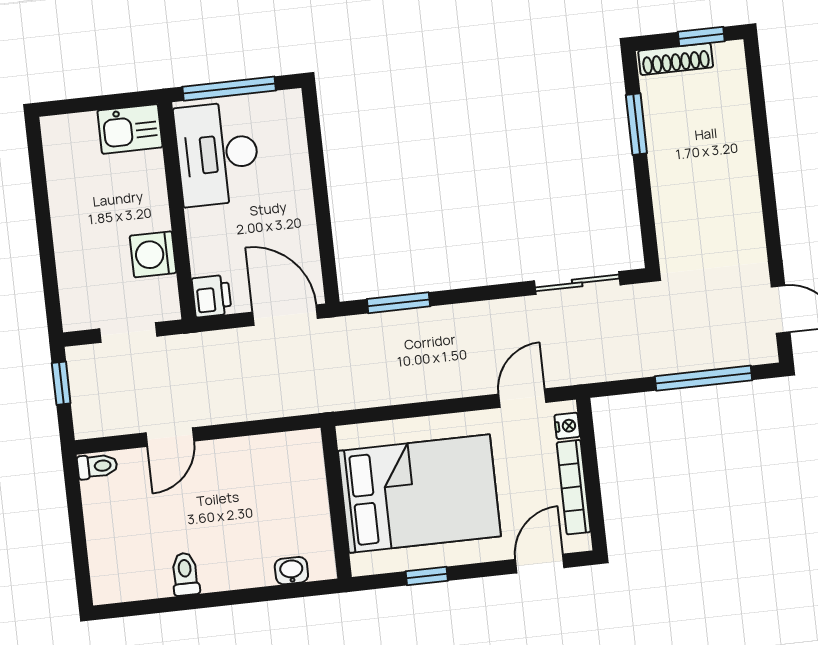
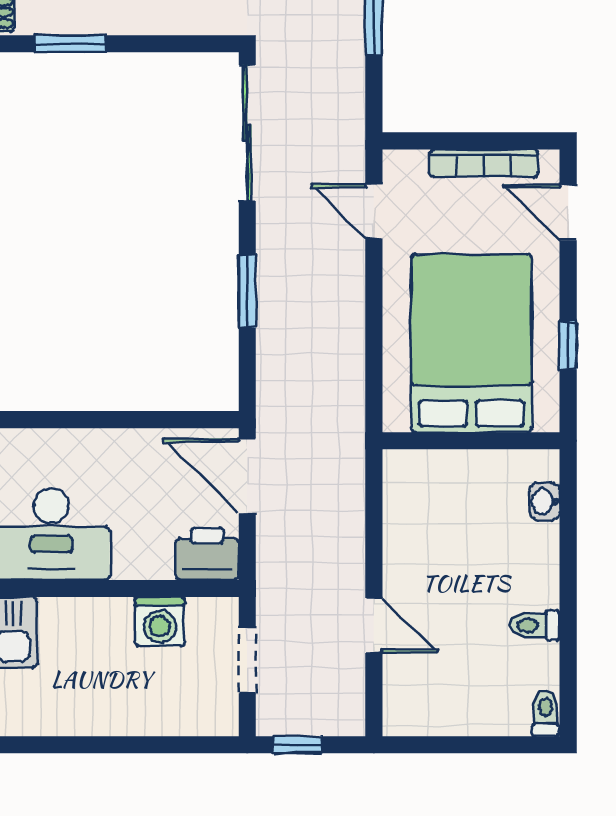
sliding door: (577, 283) -> (247, 133), width x1.37
printer: (212, 296) -> (207, 554), width x1.36, depth x1.24
window: (398, 303) -> (247, 291), moved
door: (285, 315) -> (247, 476), hinge flipped
nightstand: (567, 426) -> (412, 163), removed
toilet: (97, 466) -> (546, 714), moved

